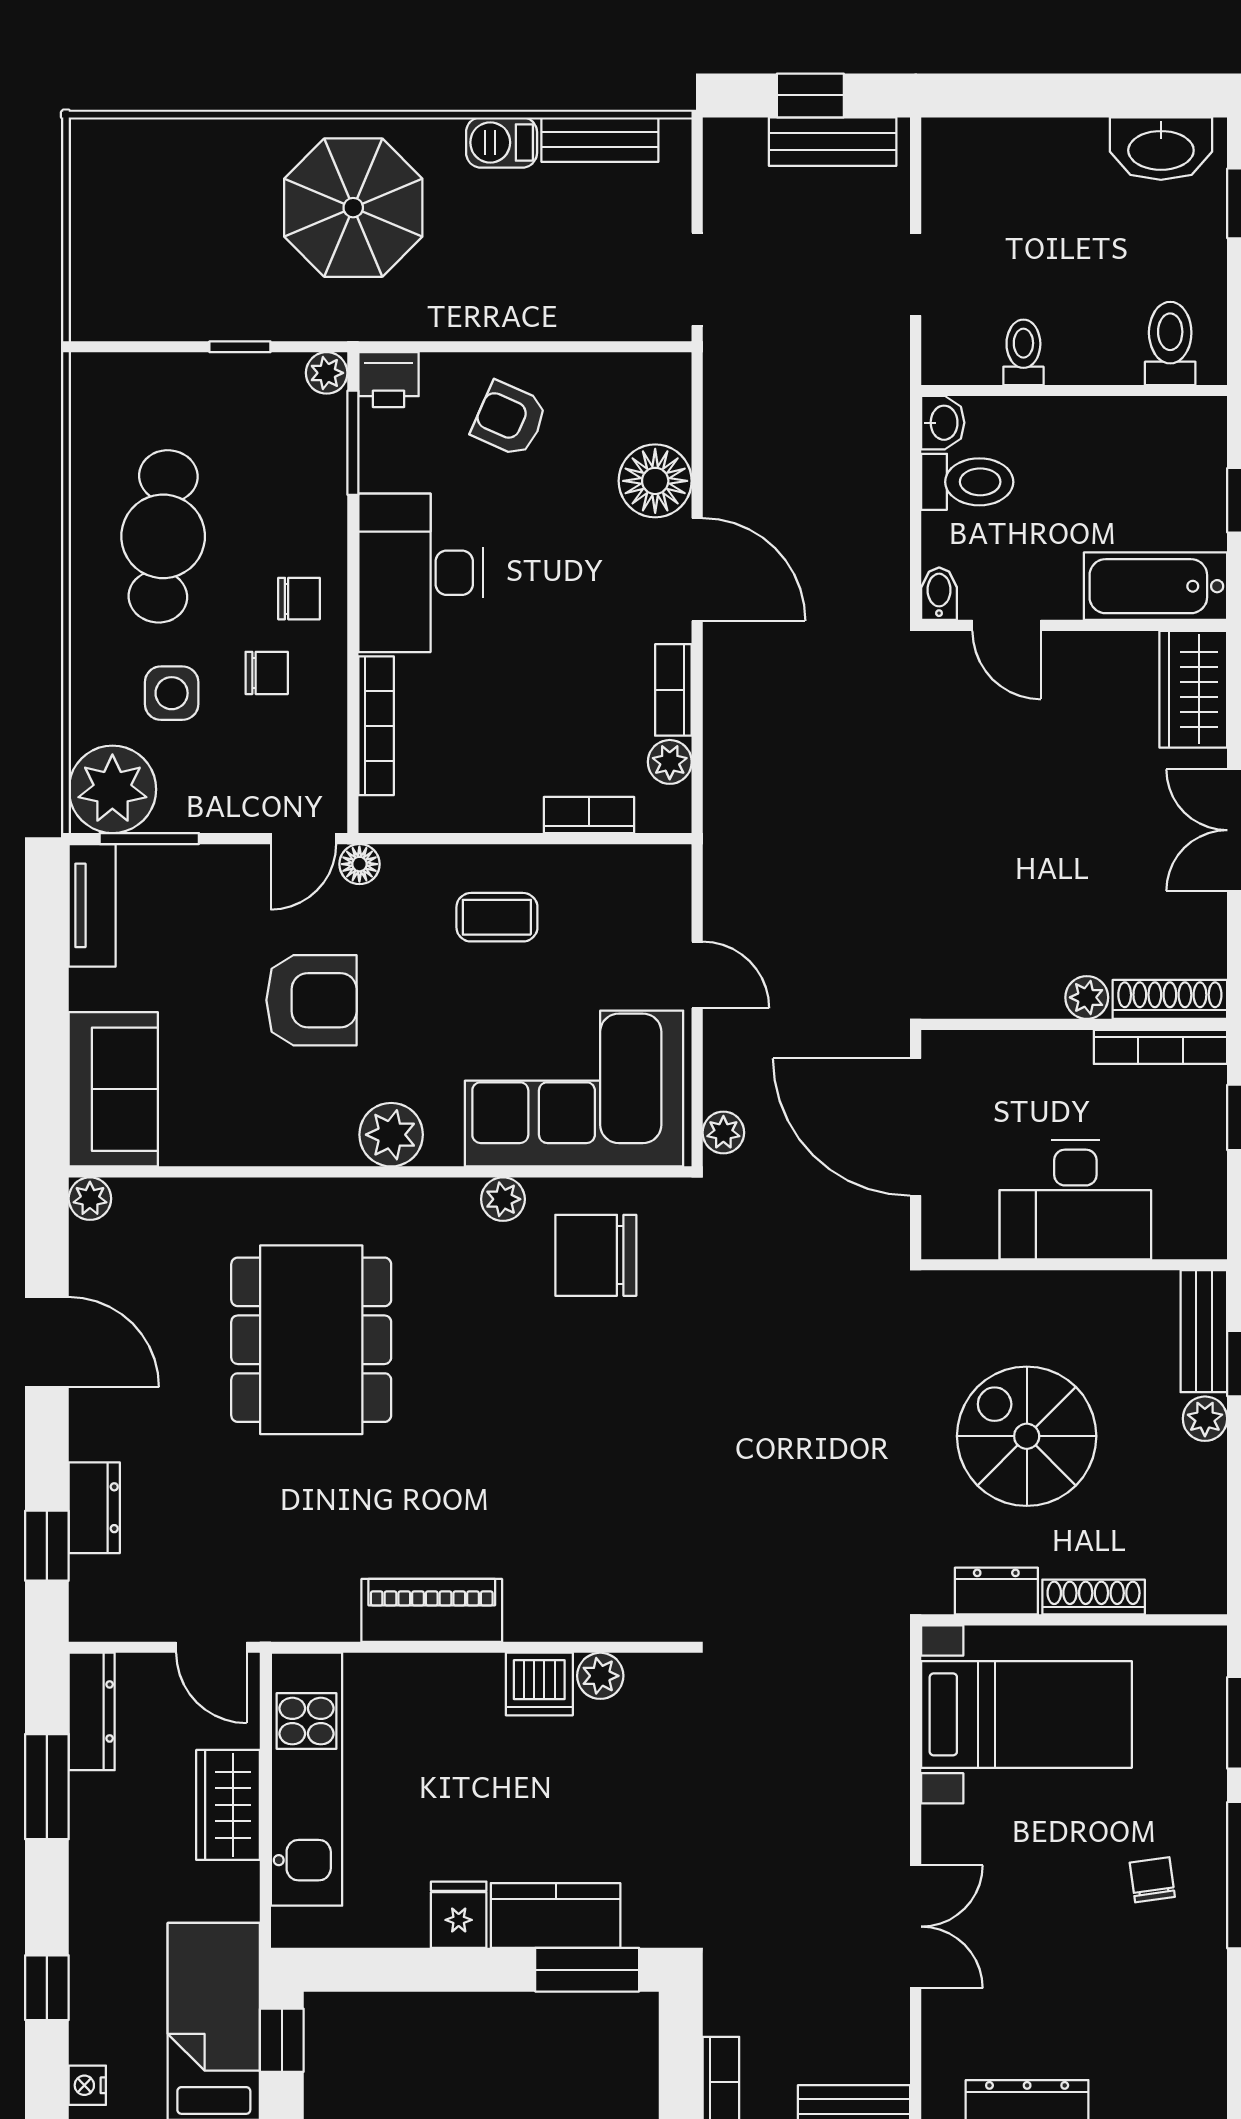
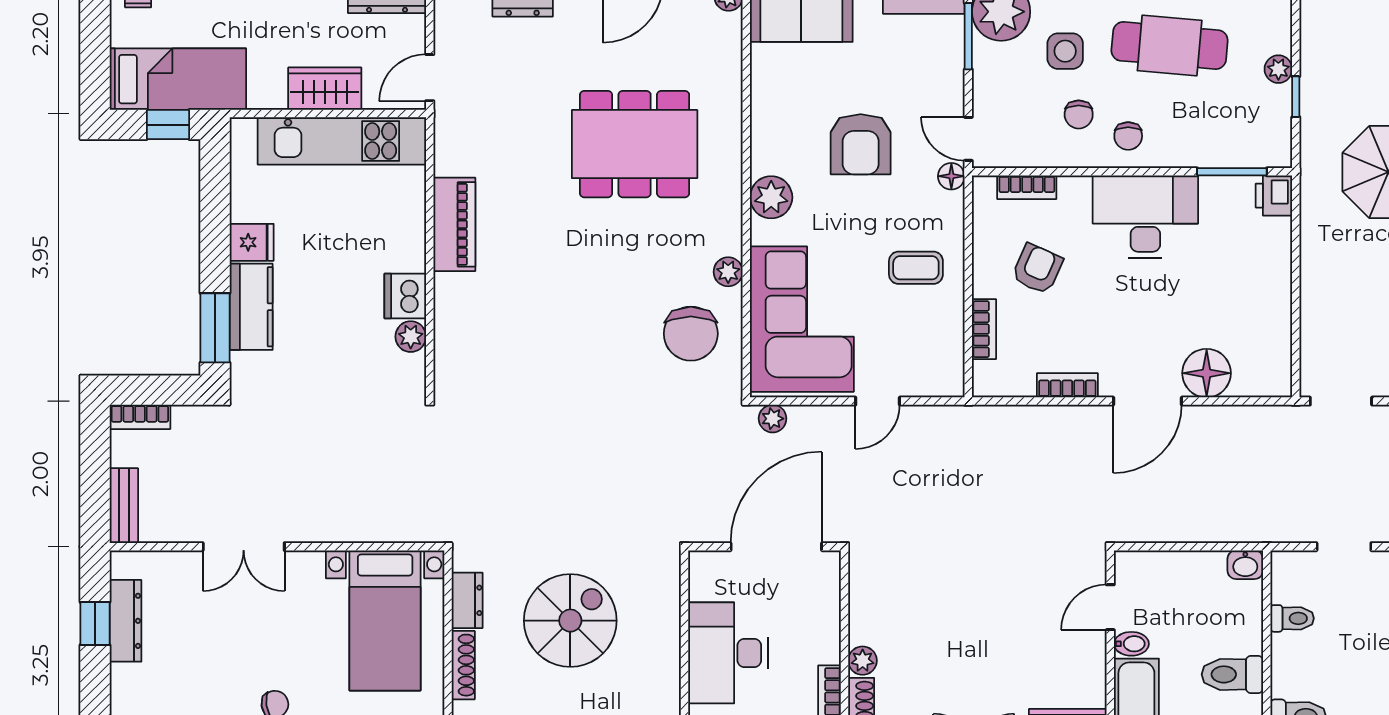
plant: (327, 373) -> (1278, 69), moved
armchair: (509, 419) -> (1037, 269), moved
toilet: (967, 482) -> (1232, 674), moved, turned 90
bidet: (939, 594) -> (1131, 644), moved
bookcase: (376, 726) -> (1027, 187), width x0.64
plant: (670, 762) -> (1019, 383), removed
coffee table: (497, 917) -> (916, 268), turned 90
chair: (596, 1255) -> (691, 334), turned 180

